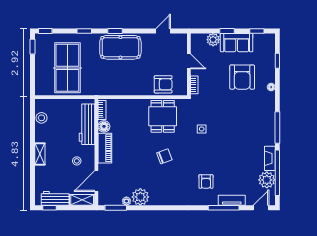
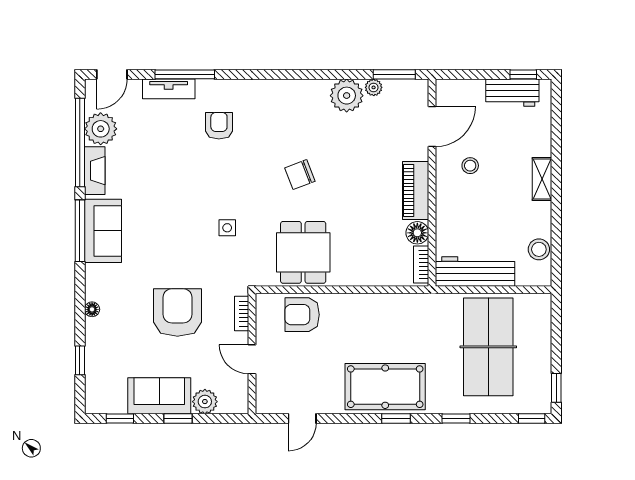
armchair: (242, 77) -> (177, 313), moved
workbench: (87, 124) -> (475, 271), moved, turned -90
sofa: (266, 127) -> (103, 231), added
shelving: (82, 200) -> (460, 90), removed

